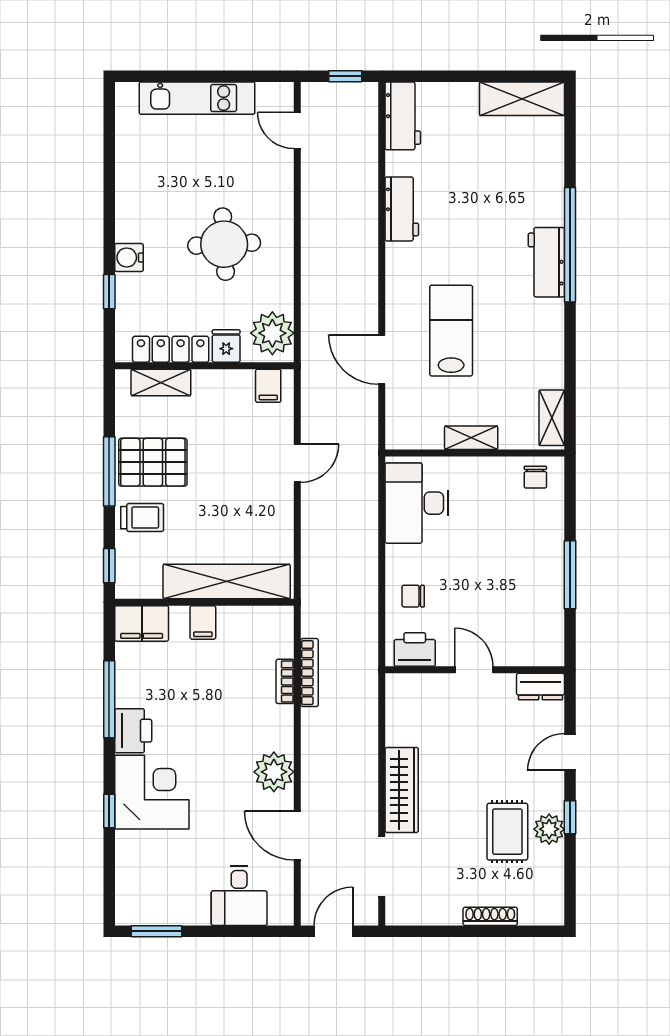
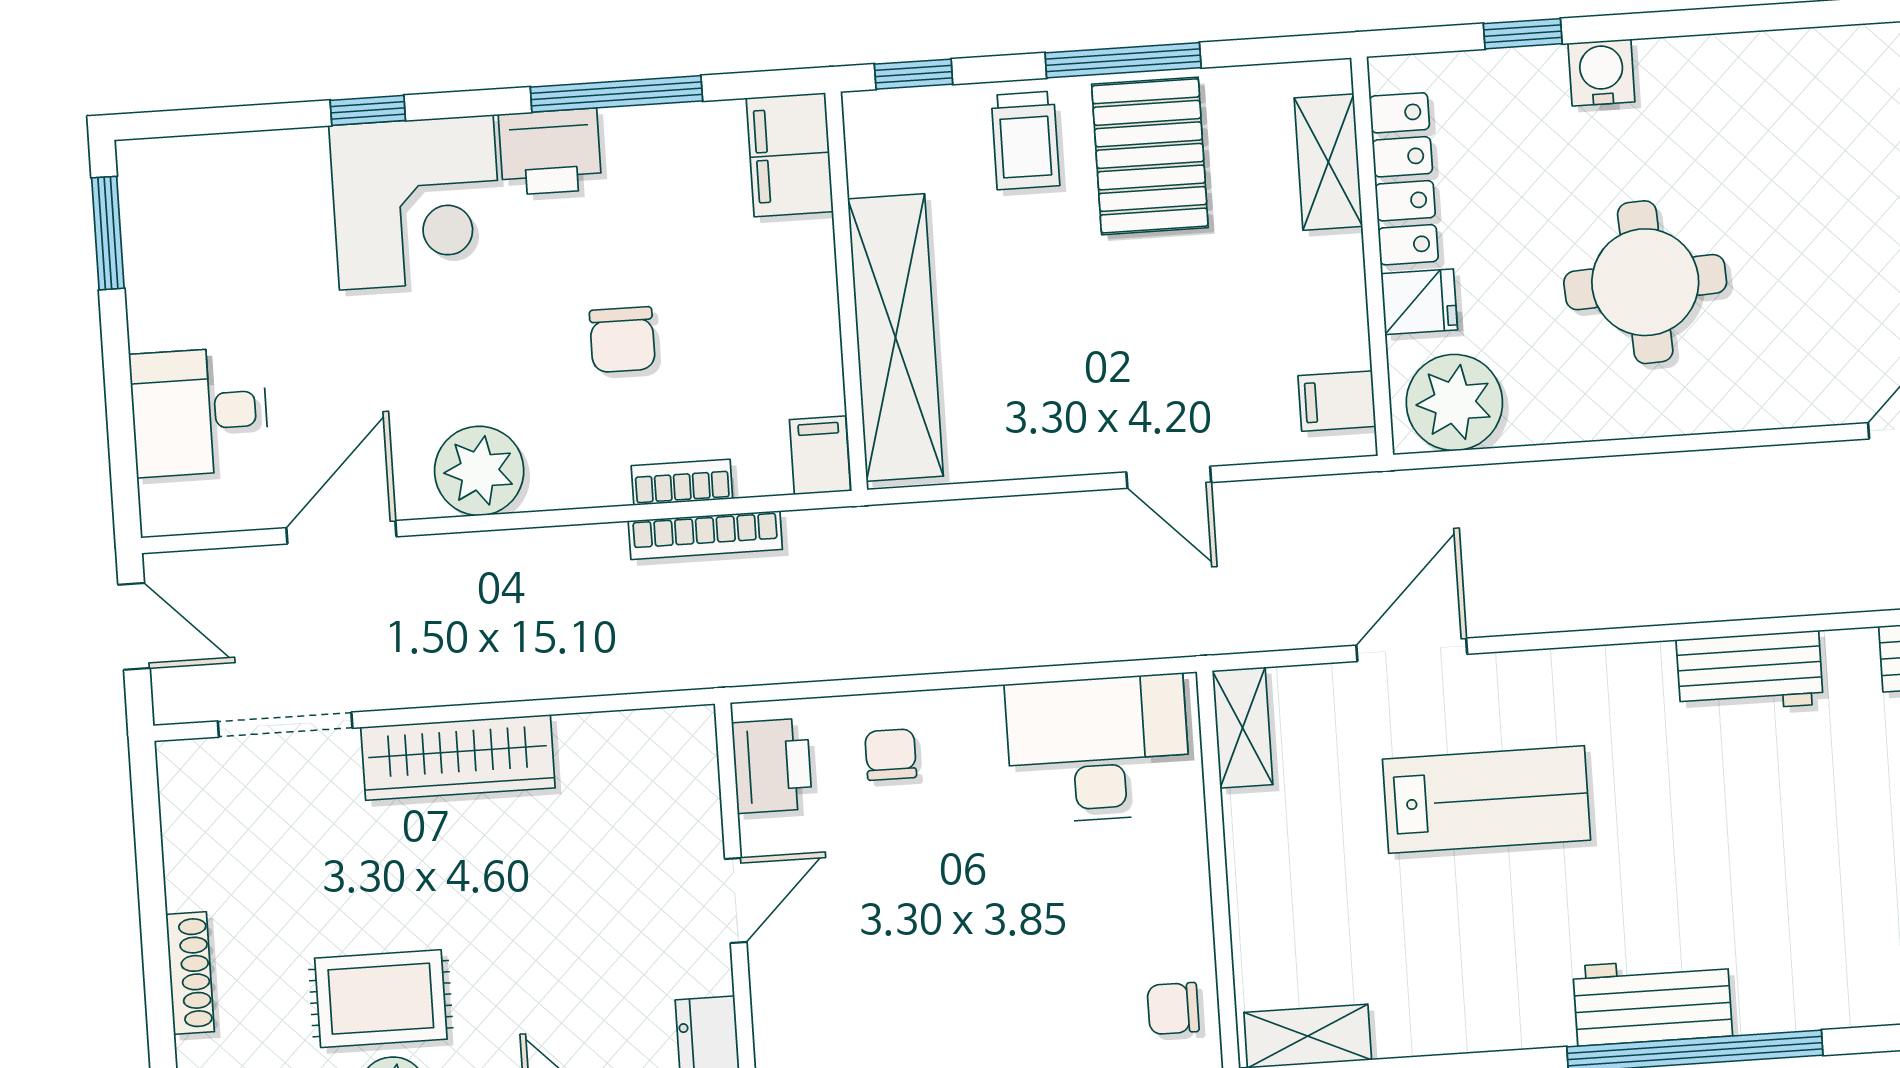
shelving: (471, 438) -> (1243, 728), moved
filing cabinet: (203, 622) -> (820, 455), moved, turned 90
chair: (219, 704) -> (622, 340), added

